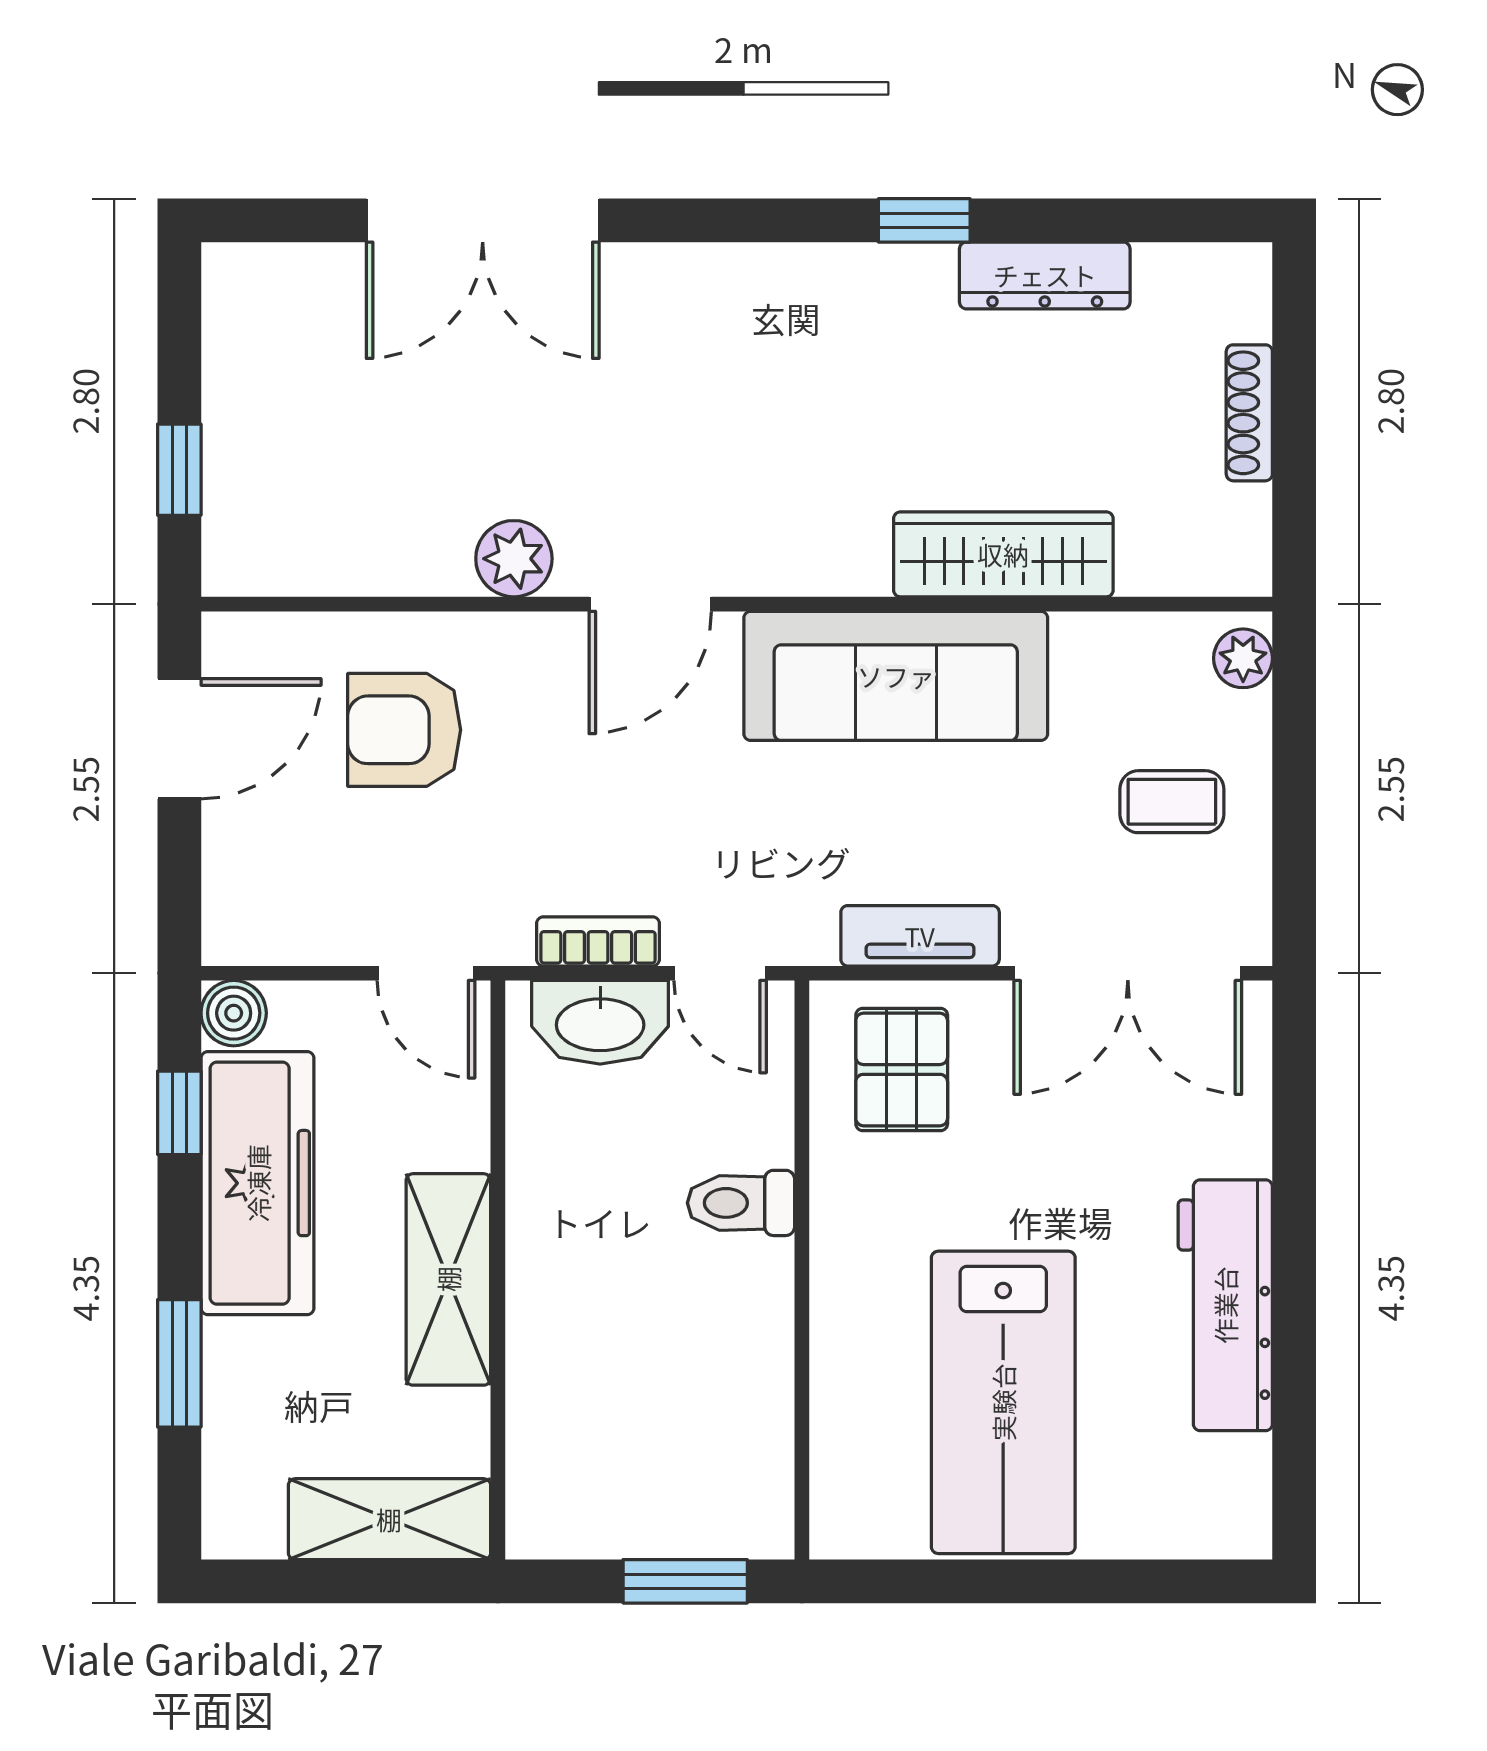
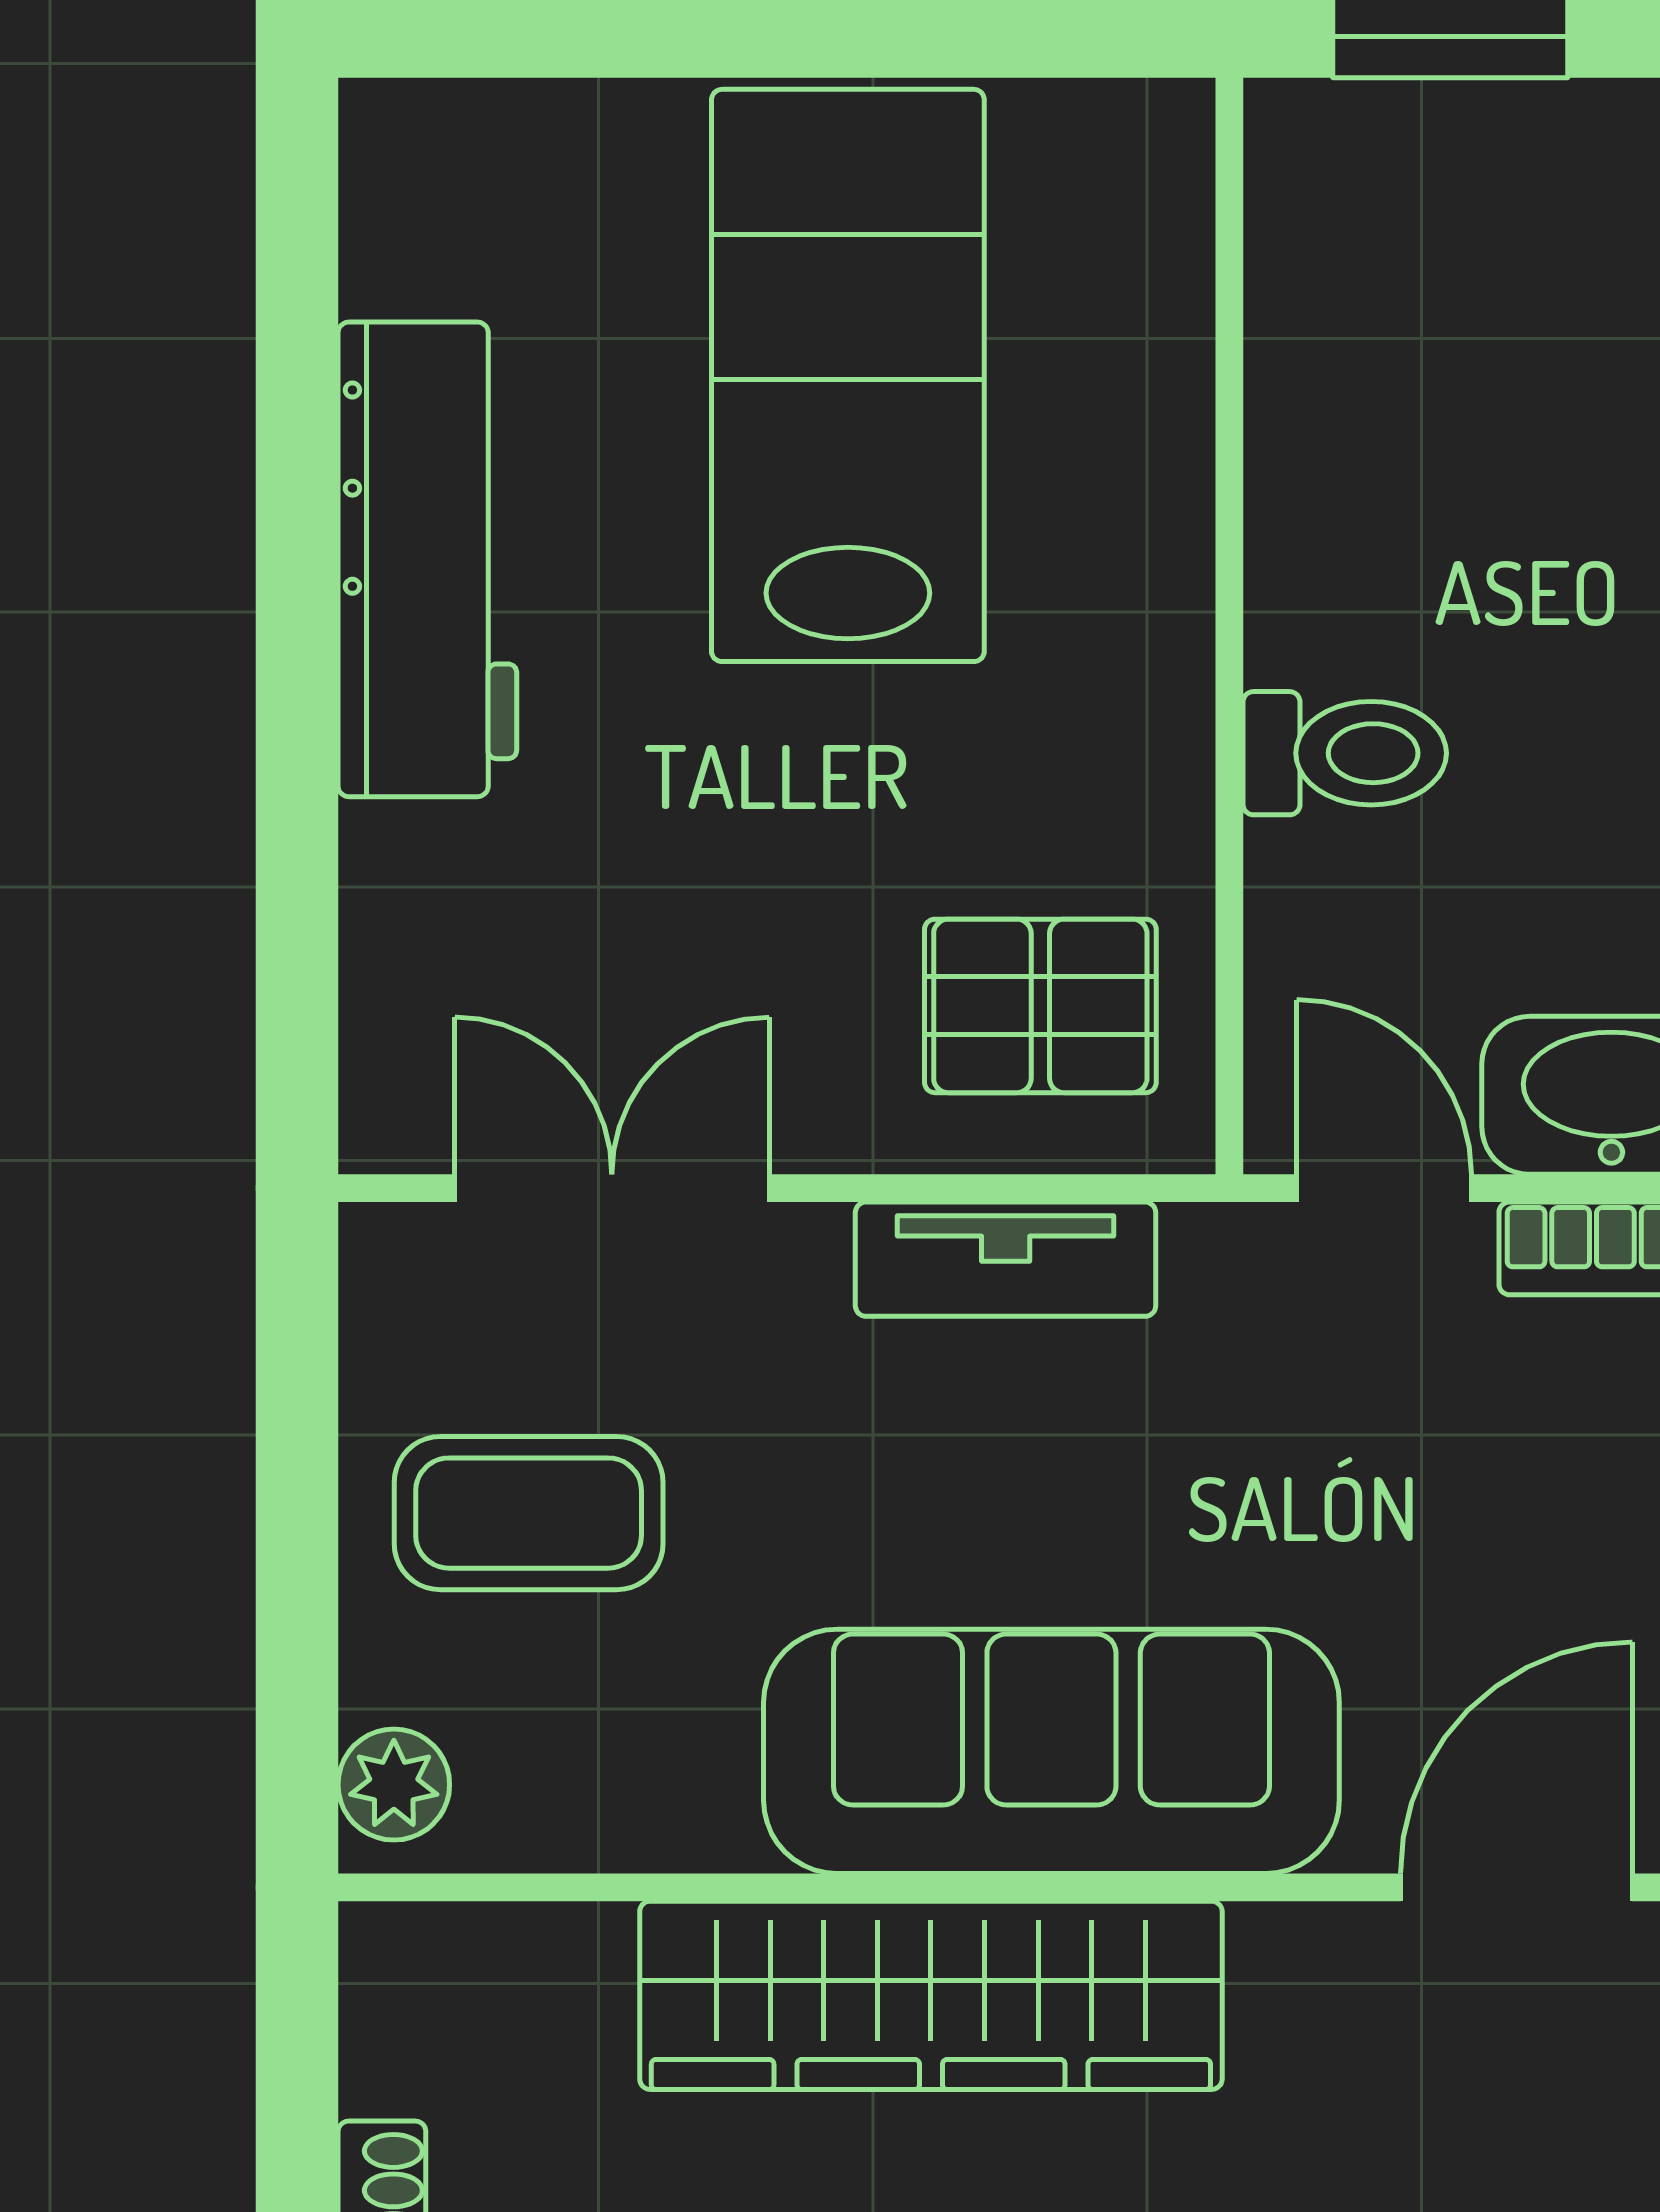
wardrobe: (1003, 554) -> (931, 1995), width x1.40, depth x1.17
coffee table: (1172, 802) -> (529, 1513), width x1.36, depth x1.30
double door: (1128, 973) -> (612, 1188), width x0.73
pallet: (902, 1069) -> (1040, 1006), turned 90

